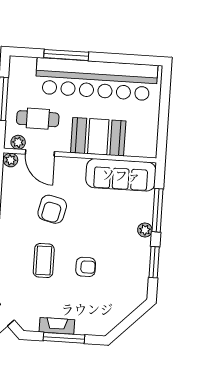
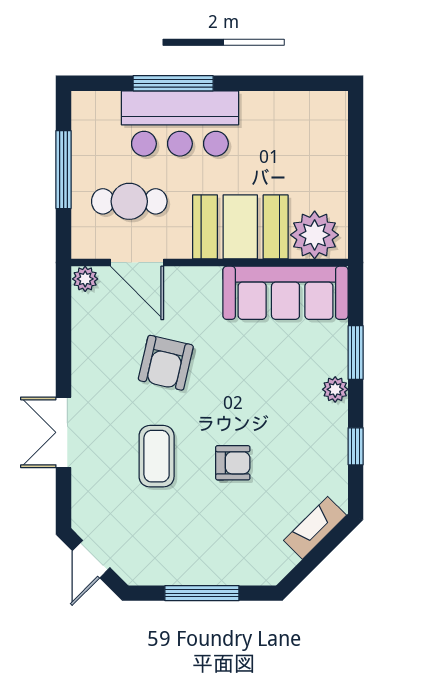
bar counter: (96, 79) -> (180, 123), width x0.54
plant: (18, 142) -> (315, 235), moved, width x1.87, depth x1.87
window: (157, 210) -> (356, 353), width x0.69
window: (154, 262) -> (356, 446), width x0.67
fireplace: (57, 326) -> (315, 528), moved, turned -45

